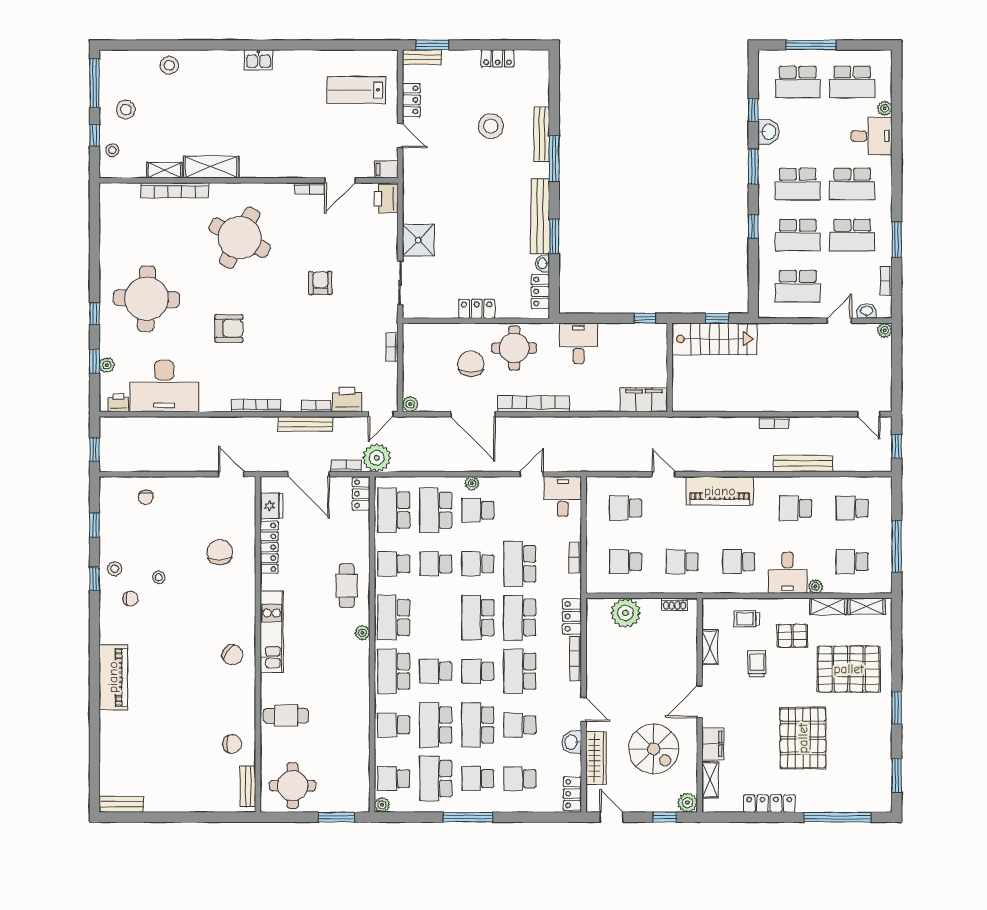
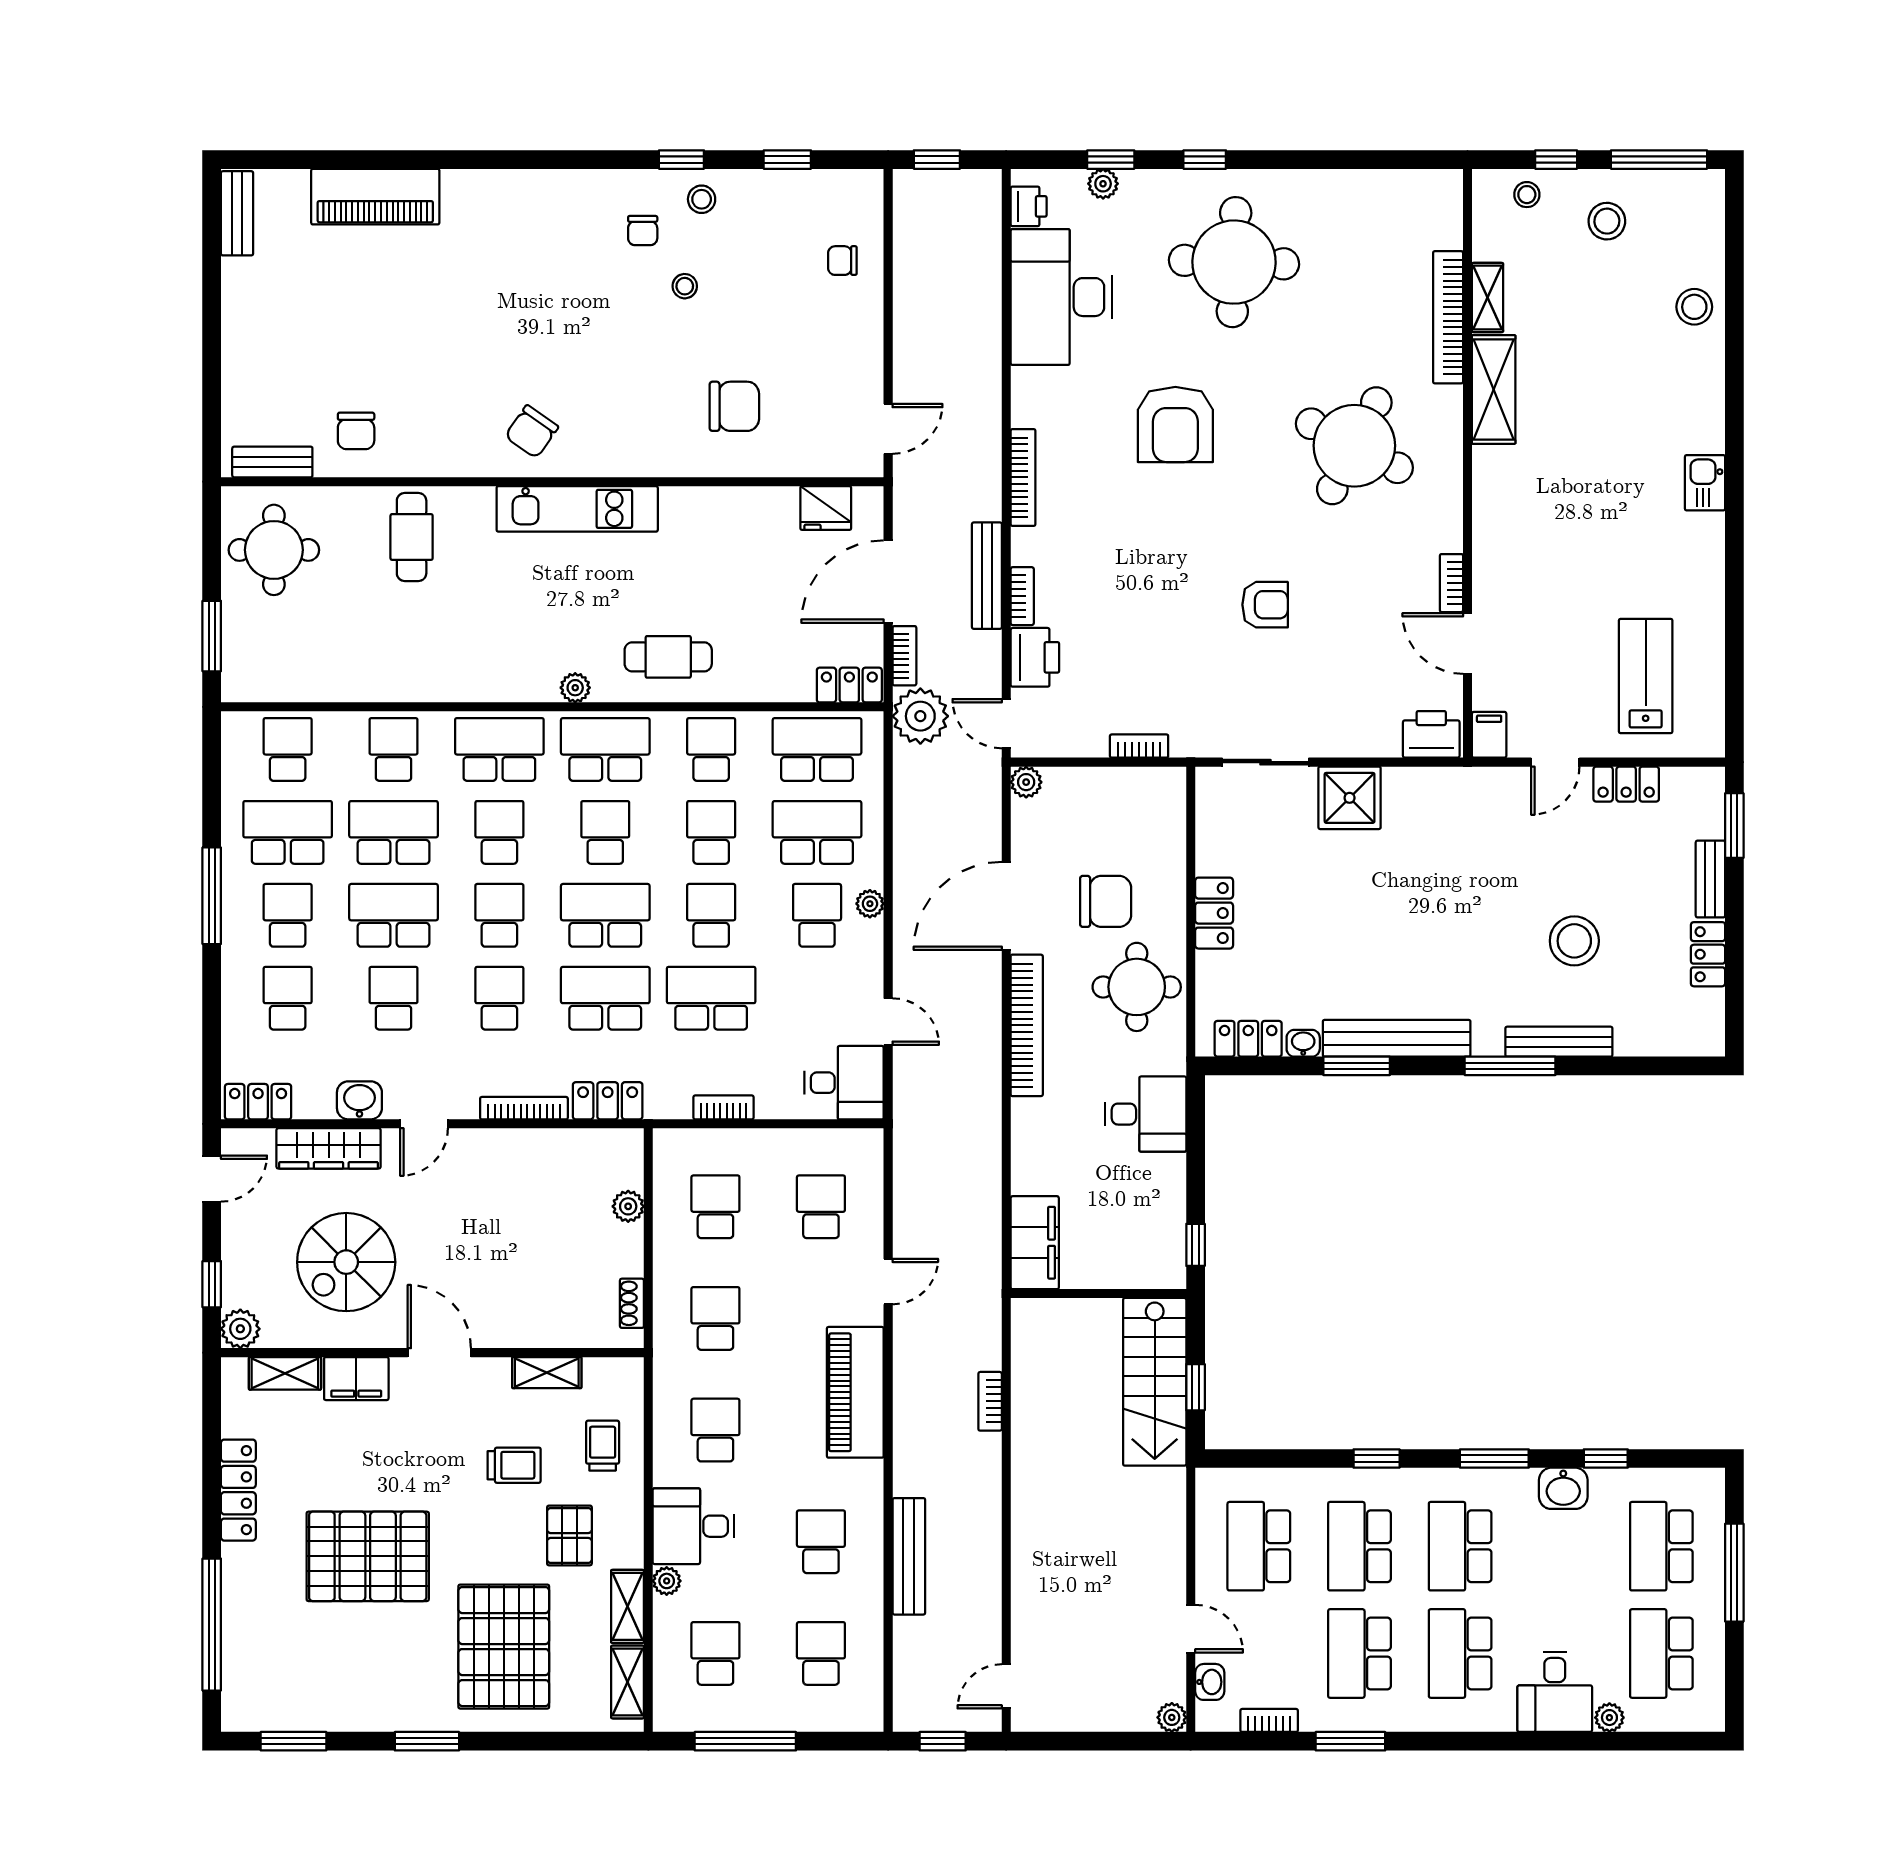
bench: (422, 57) -> (1710, 879), moved
armchair: (229, 328) -> (1175, 425), width x1.36, depth x1.36
bookcase: (774, 422) -> (990, 1401), moved
locker: (269, 547) -> (744, 504), removed
plant: (625, 613) -> (628, 1206), width x0.53, depth x0.53
school desk: (436, 618) -> (605, 832), added
school desk: (520, 671) -> (499, 998), width x0.54
piano: (113, 677) -> (375, 197), moved
plant: (382, 805) -> (236, 726), removed

